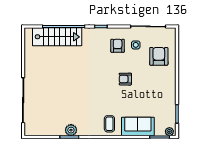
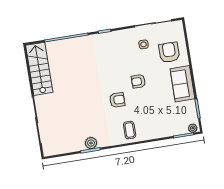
stairs: (57, 37) -> (39, 69), moved, turned -90
armchair: (118, 46) -> (117, 100), moved, turned 90
sofa: (138, 127) -> (182, 84), moved, turned -90

